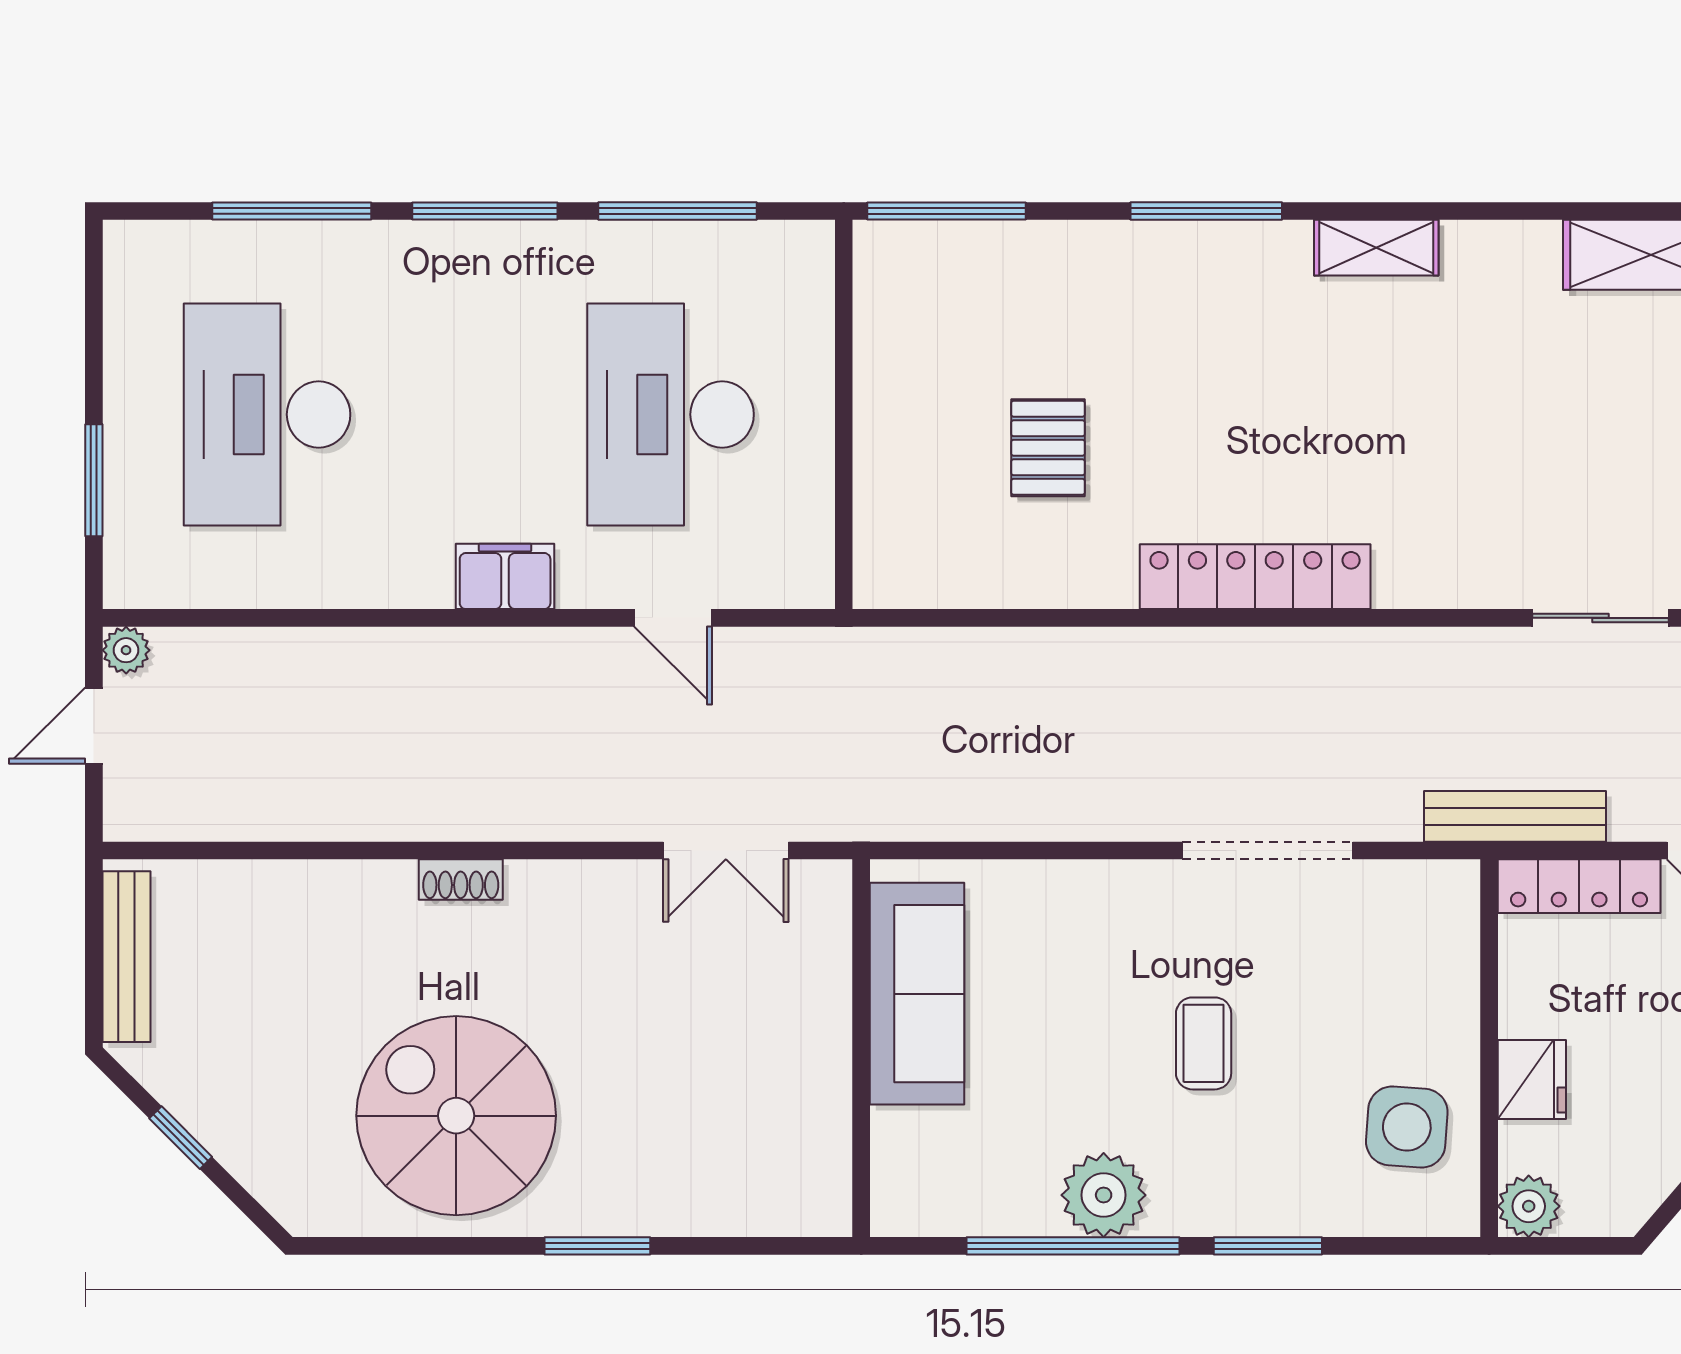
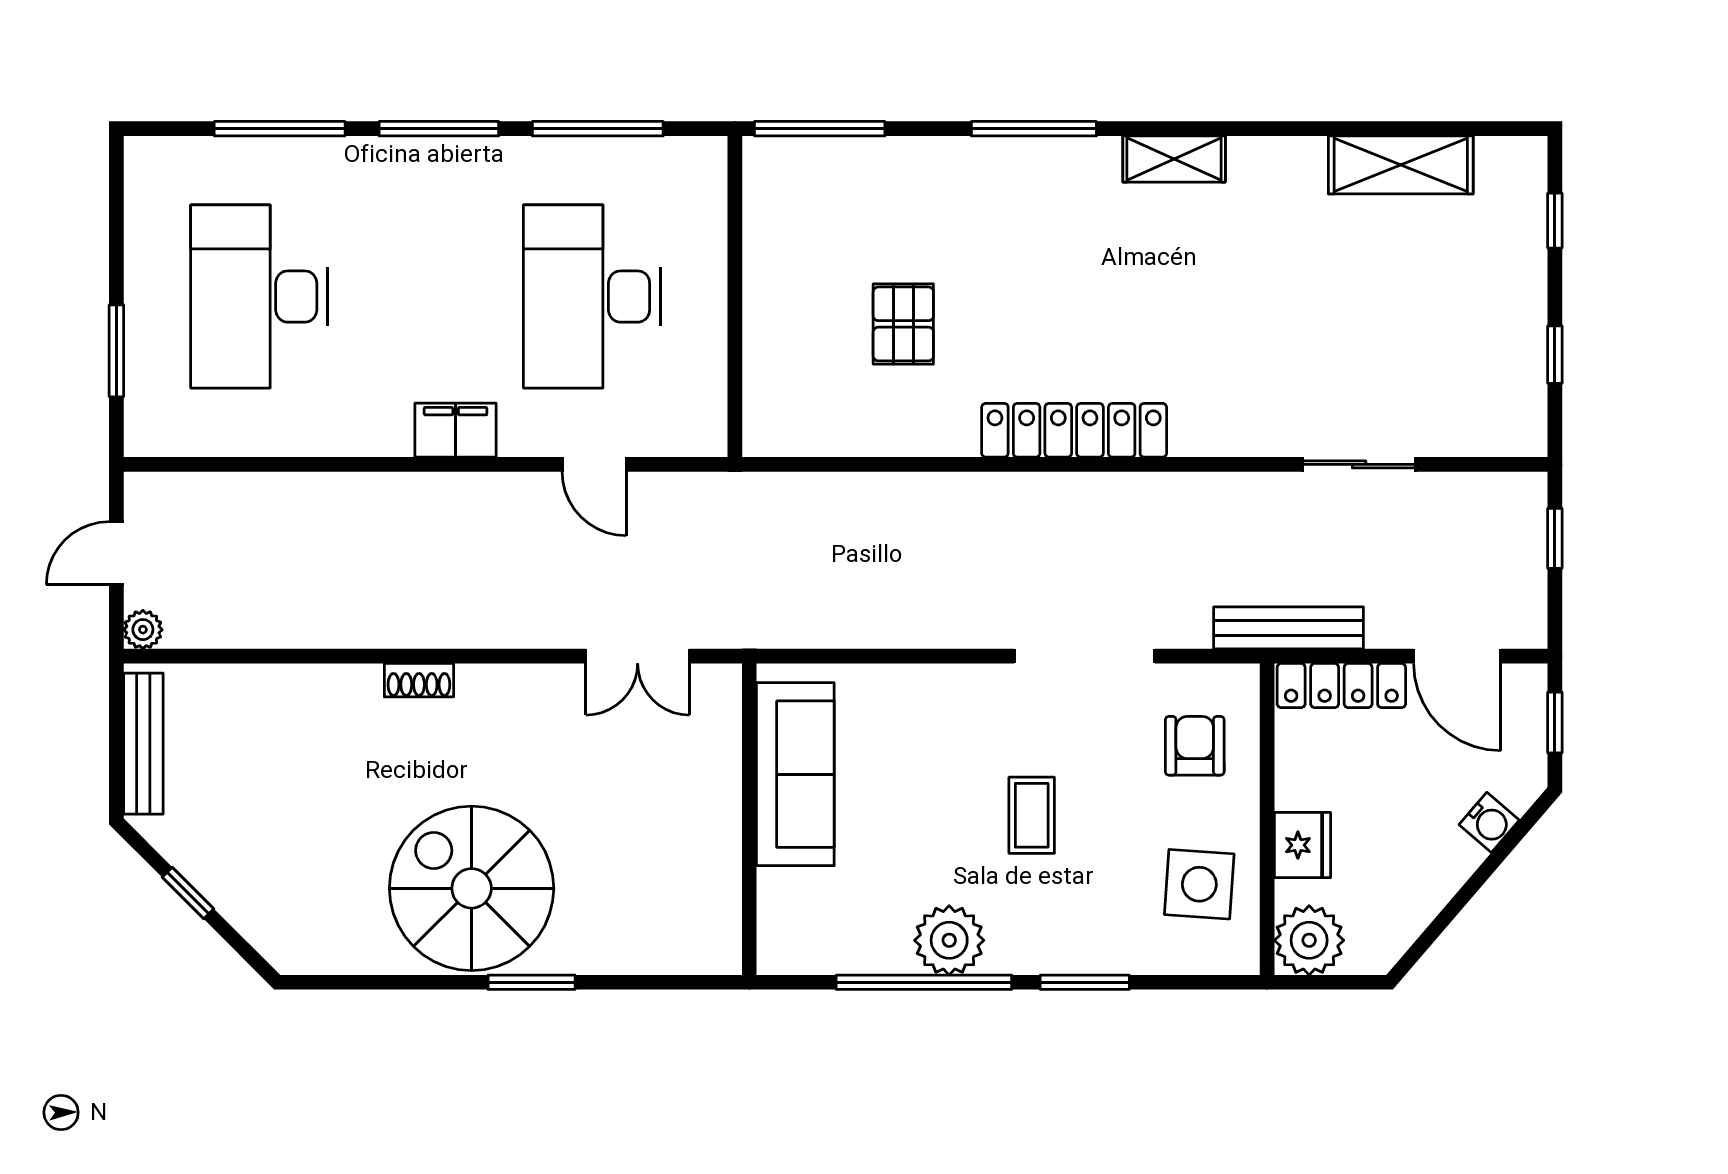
plant: (126, 650) -> (143, 630), moved
armchair: (1401, 959) -> (1195, 746), added
spiral stairs: (456, 1116) -> (472, 888), moved
plant: (1529, 1206) -> (1309, 940), width x1.36, depth x1.36

